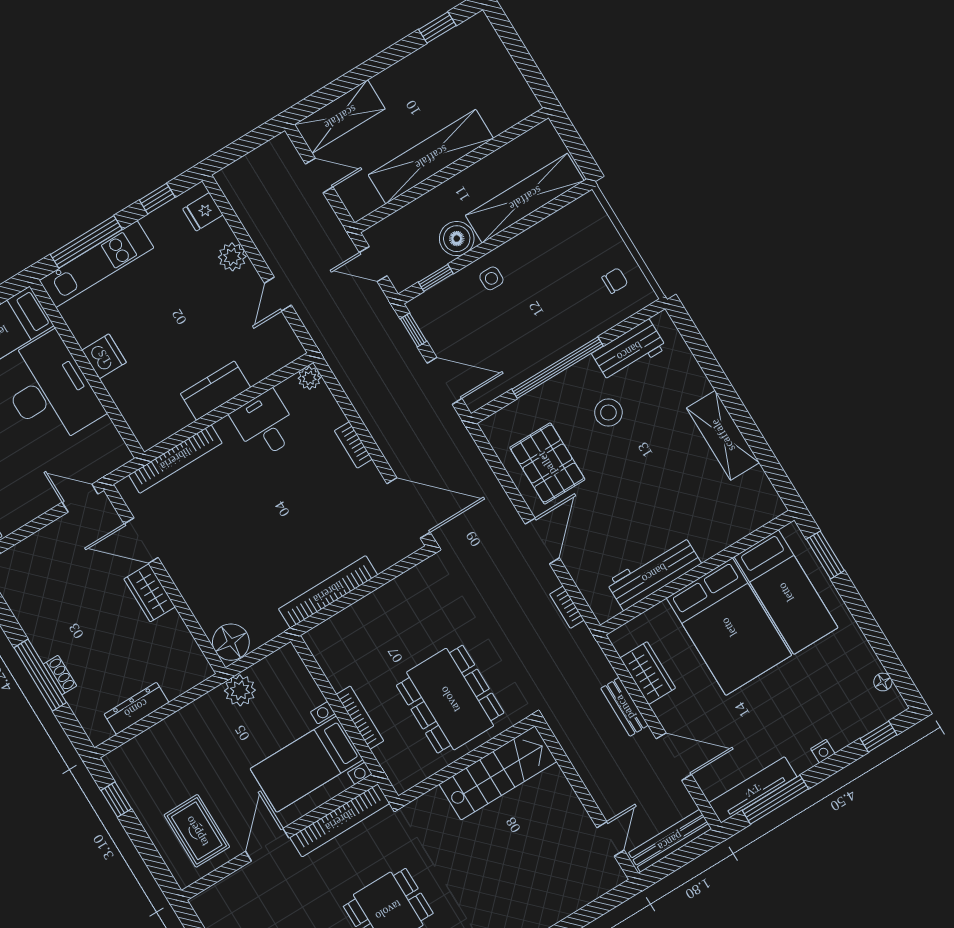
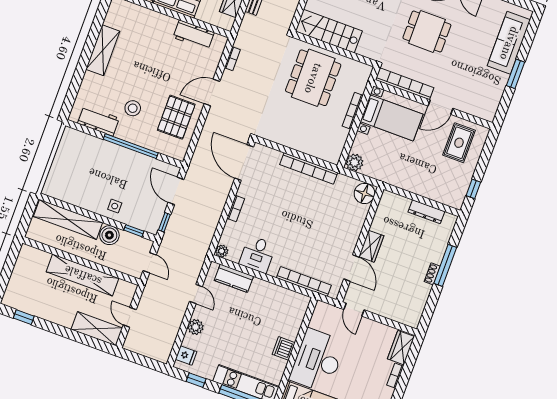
chair: (615, 281) -> (73, 151), removed
door: (278, 294) -> (196, 294), hinge flipped
kitchen counter: (215, 391) -> (234, 278), moved
workbench: (654, 573) -> (194, 35), width x0.73
shoe rack: (60, 675) -> (432, 274), moved
plant: (240, 690) -> (354, 162), moved

